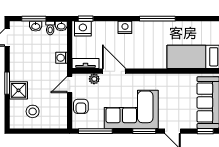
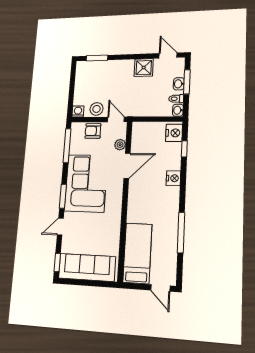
window: (86, 19) -> (184, 149), moved
window: (157, 19) -> (181, 233), moved
washing machine: (61, 58) -> (78, 112), moved
tv unit: (86, 63) -> (137, 136), removed
window: (7, 83) -> (97, 58), moved
shower: (18, 90) -> (144, 68), moved
stool: (33, 111) -> (96, 109), moved

